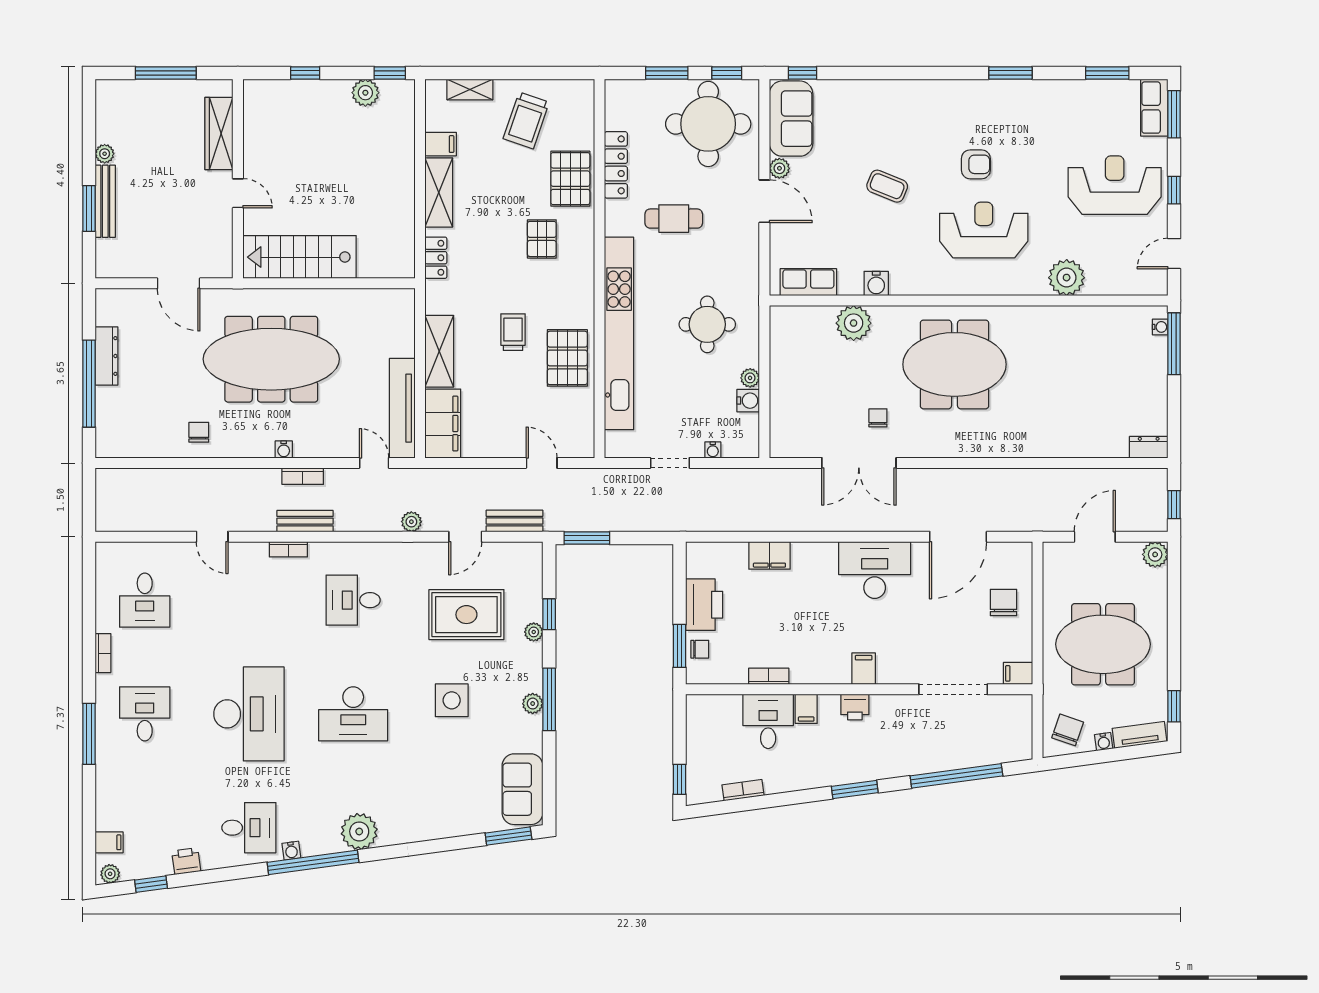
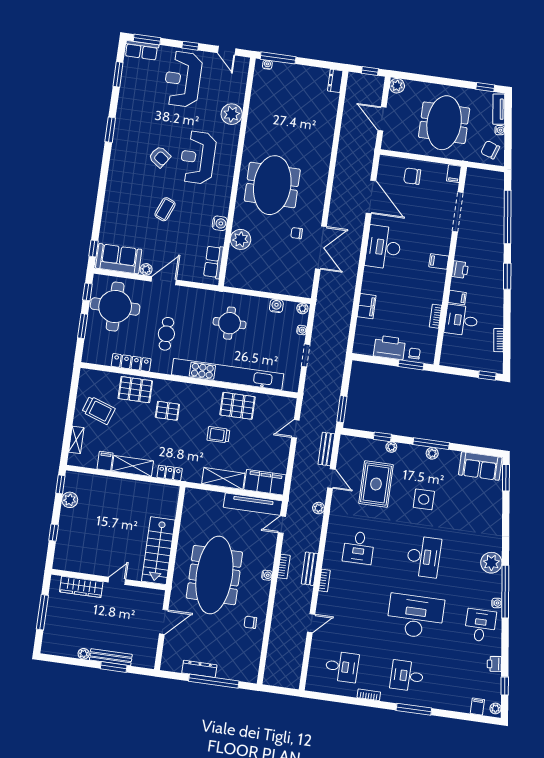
armchair: (976, 164) -> (160, 157), turned 125
plant: (750, 378) -> (302, 308), moved

